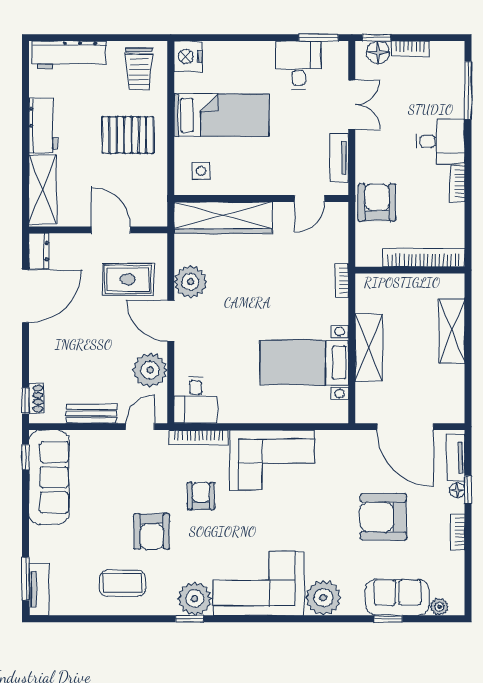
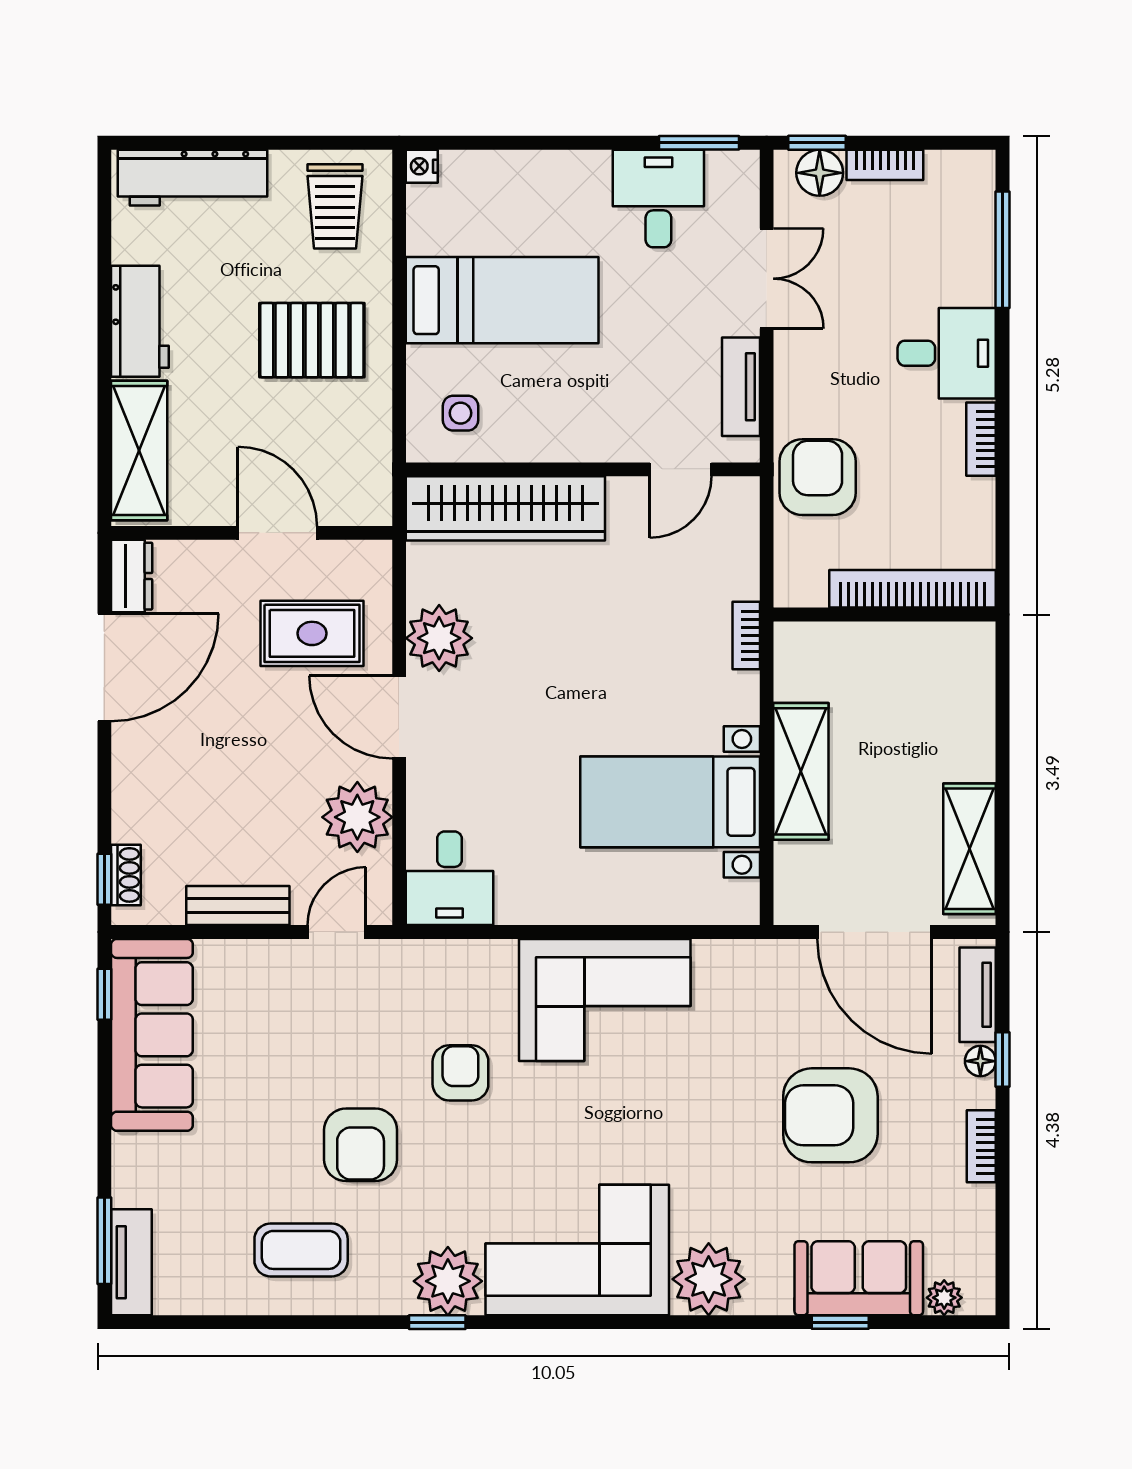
nightstand: (188, 57) -> (422, 166), width x0.53, depth x0.56
shelving: (452, 331) -> (970, 849), moved
bookcase: (199, 437) -> (456, 954), removed

